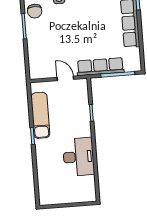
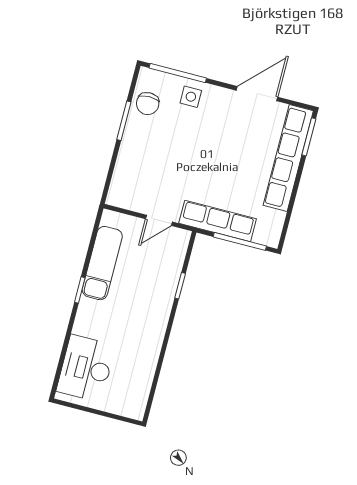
door: (65, 78) -> (159, 220), swing flipped
desk: (78, 157) -> (86, 368), moved, turned 180

